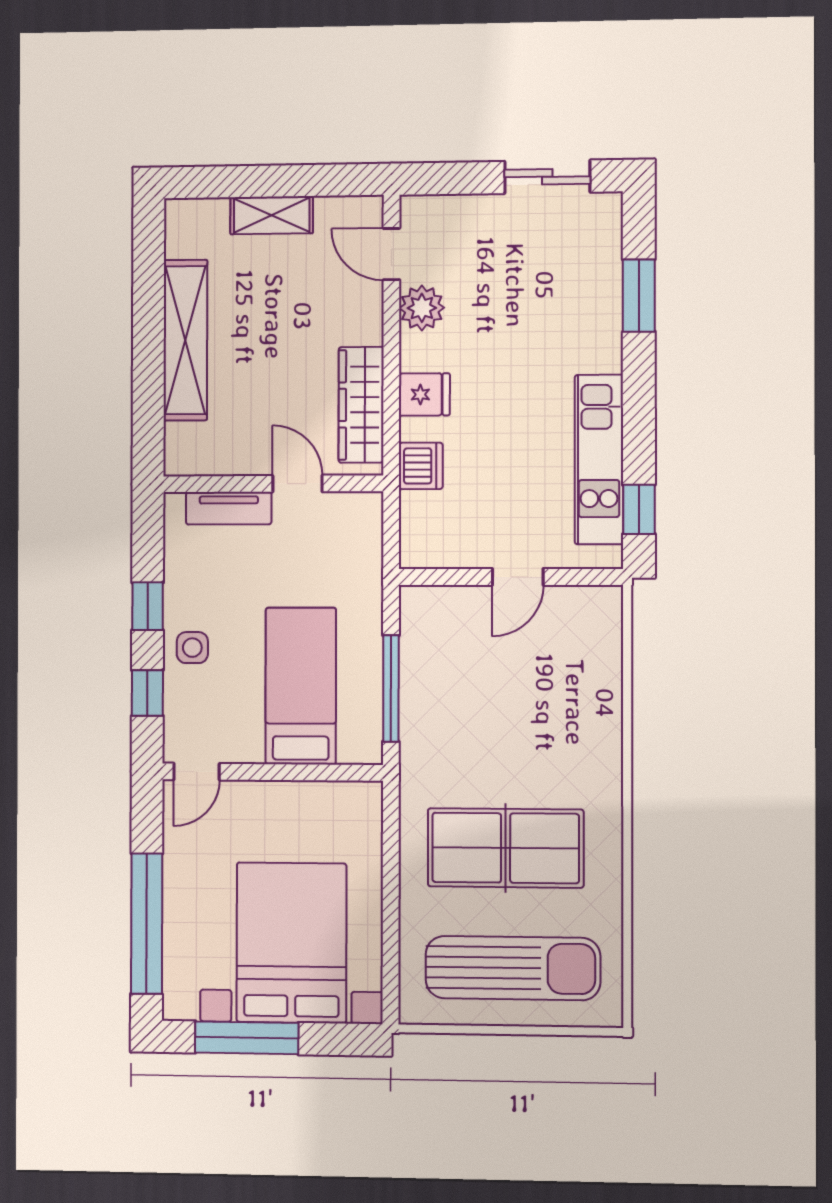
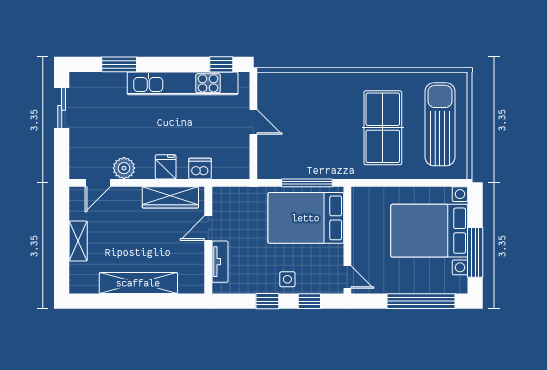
kitchen unit: (599, 459) -> (183, 83), width x1.36
bed: (301, 686) -> (306, 218), width x1.50

